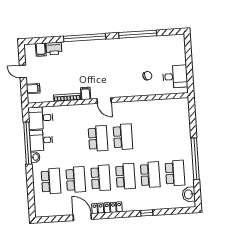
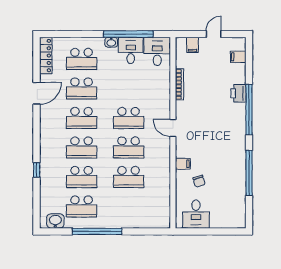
printer: (54, 48) -> (238, 93), moved
filing cabinet: (86, 93) -> (183, 164), moved
door: (104, 101) -> (173, 128), hinge flipped
school desk: (148, 135) -> (129, 177), added
locker: (107, 208) -> (46, 56), moved

